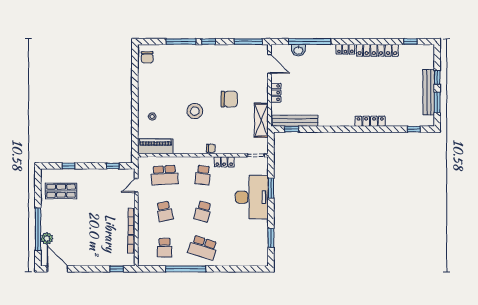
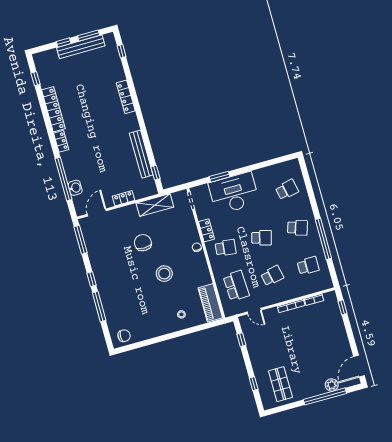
bench: (295, 121) -> (141, 154), moved
window: (271, 238) -> (269, 163), removed
school desk: (203, 248) -> (297, 228), width x0.54
school desk: (241, 248) -> (287, 190), added

